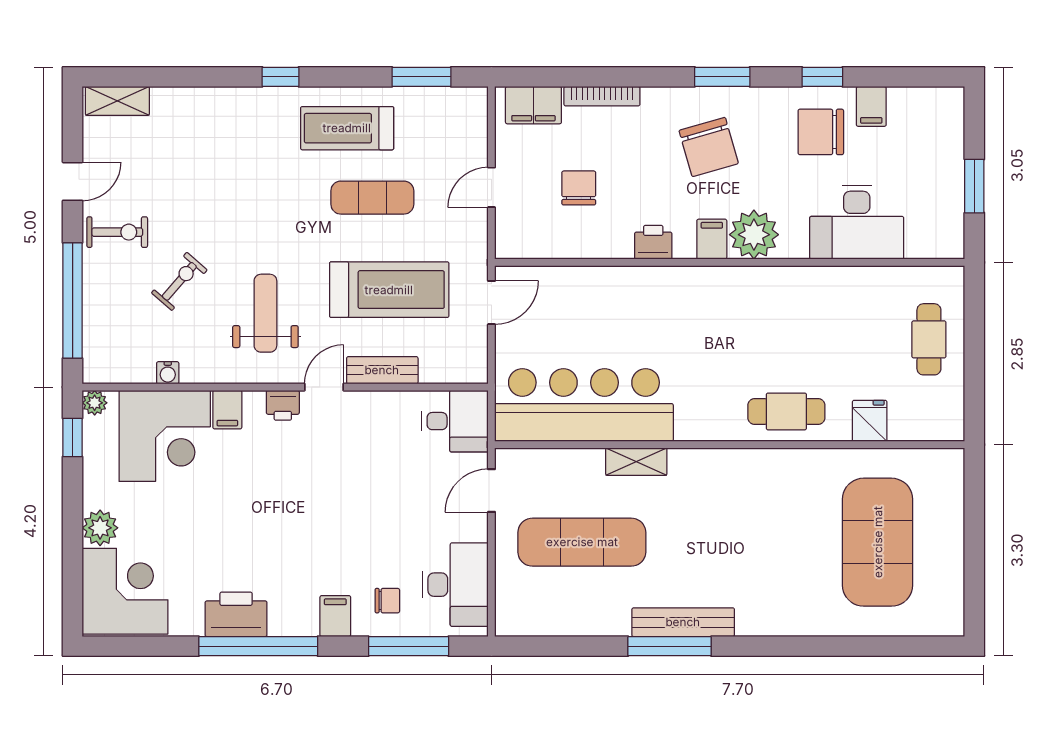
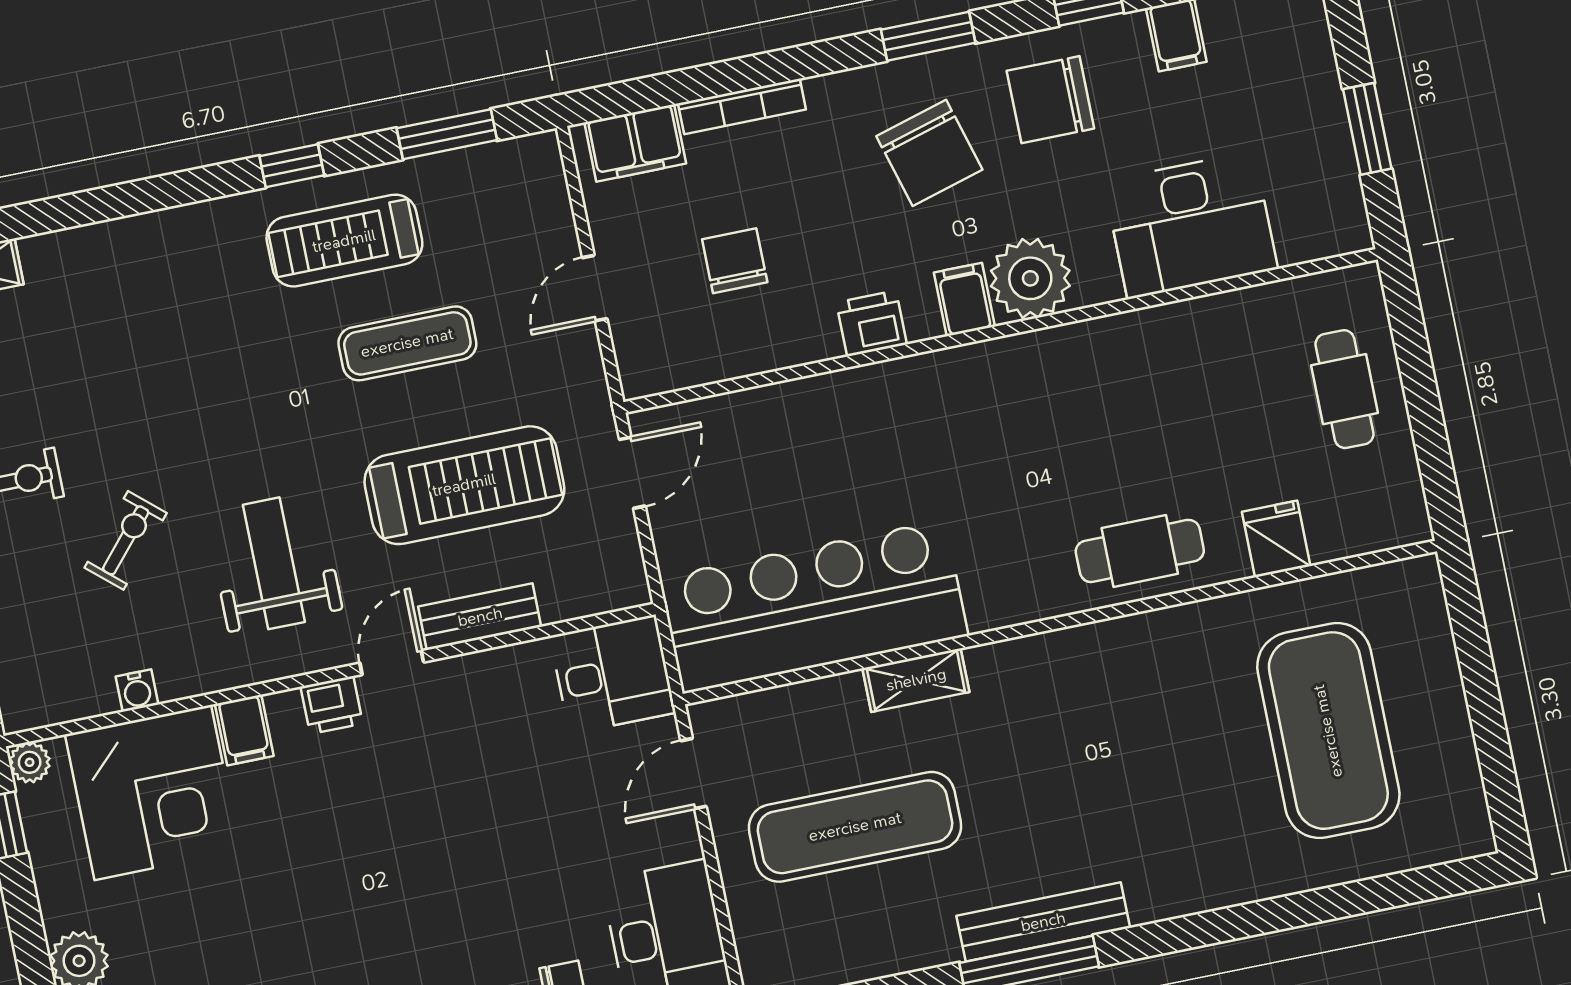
window: (281, 77) -> (292, 166), moved
chair: (821, 132) -> (1050, 100), moved

